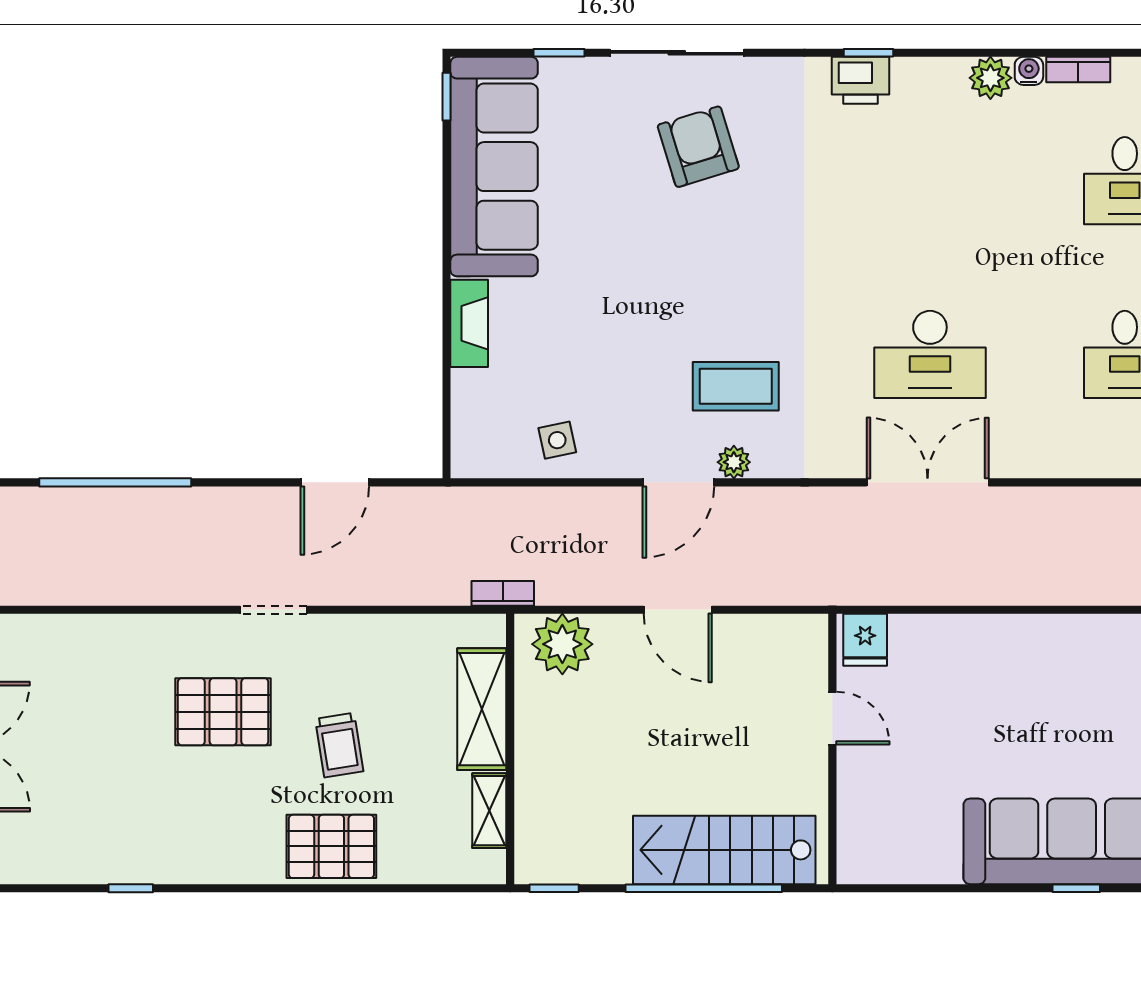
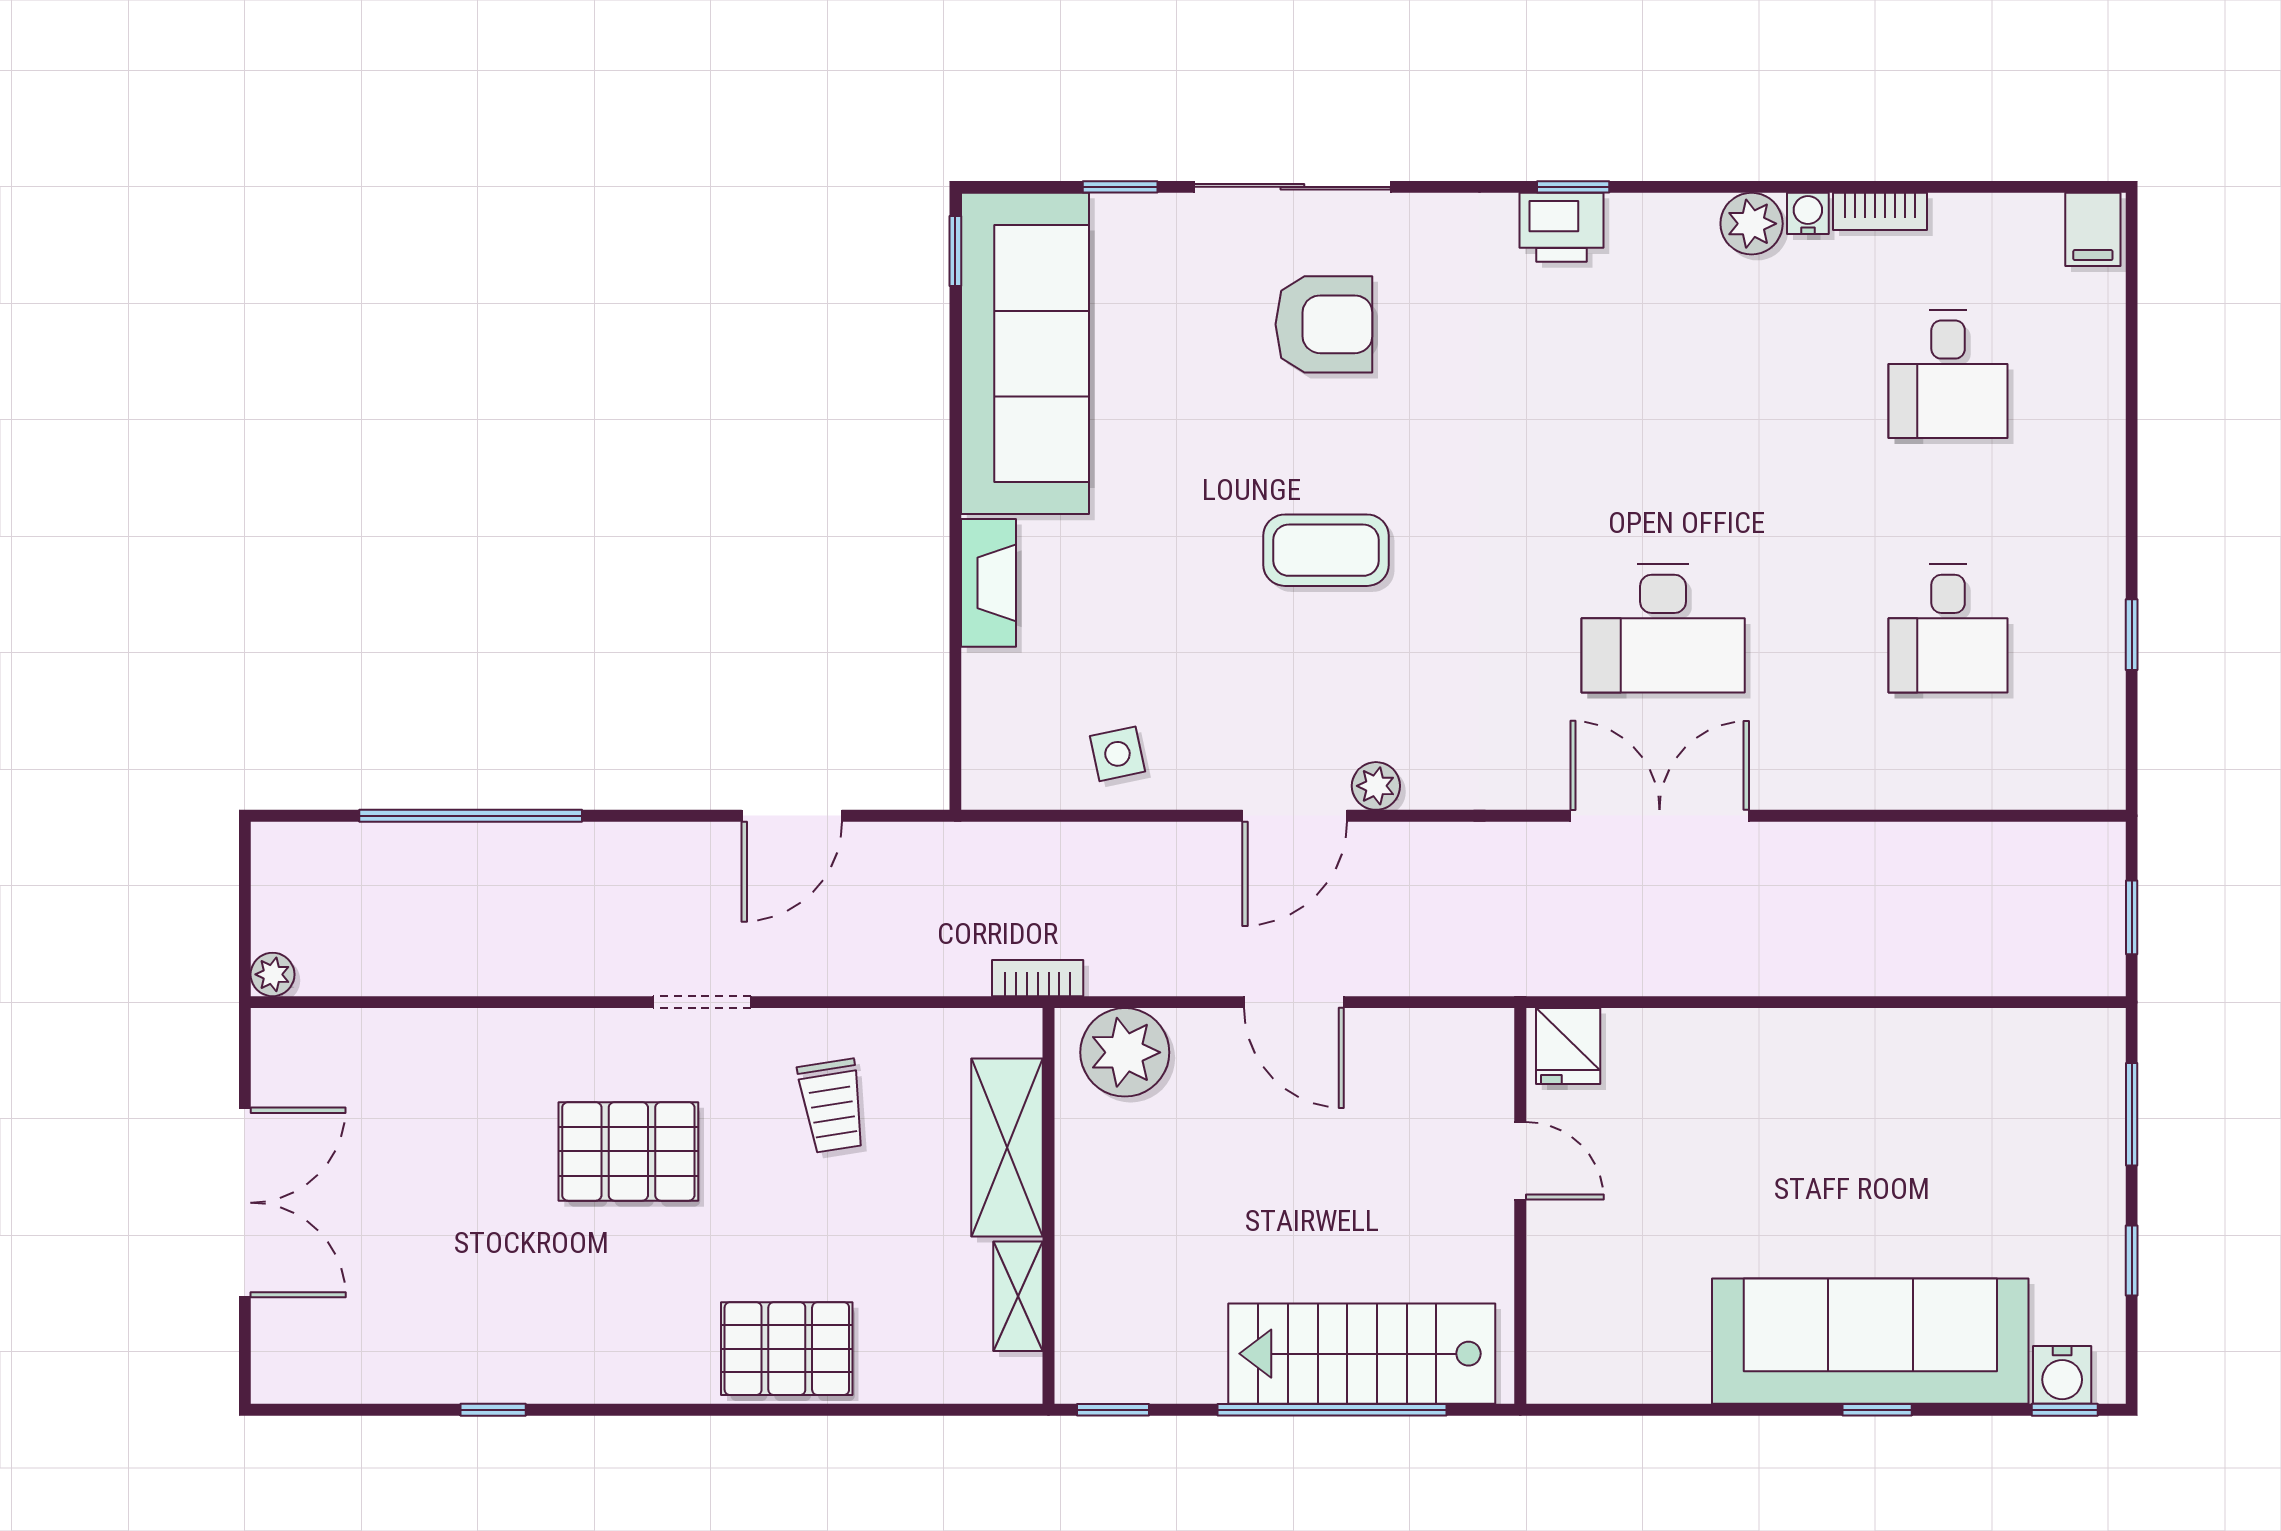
armchair: (698, 147) -> (1324, 324), turned 107
coffee table: (736, 386) -> (1326, 550), moved
trolley: (339, 745) -> (832, 1106), moved

